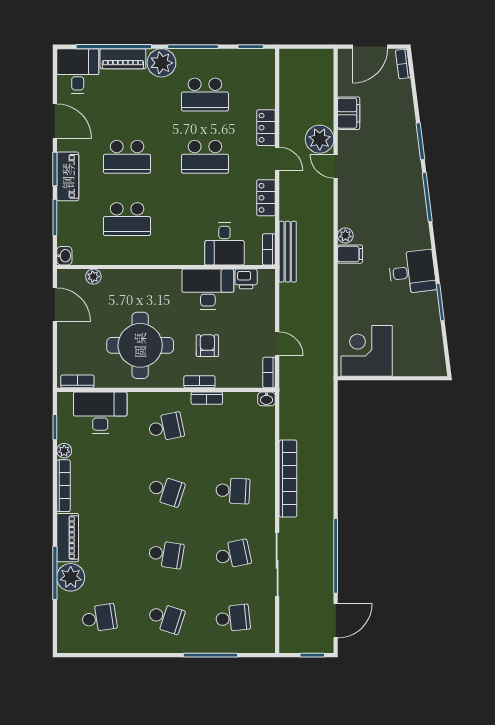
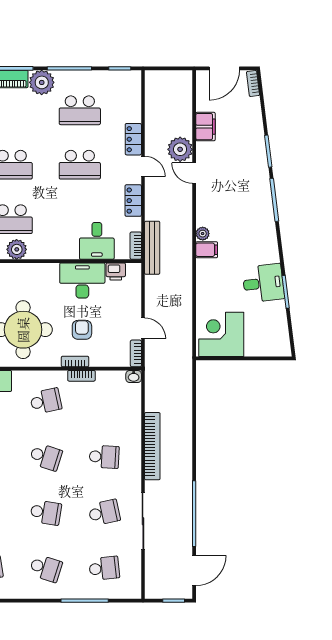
plant: (133, 254) -> (17, 249), added
desk: (412, 272) -> (263, 283), moved

